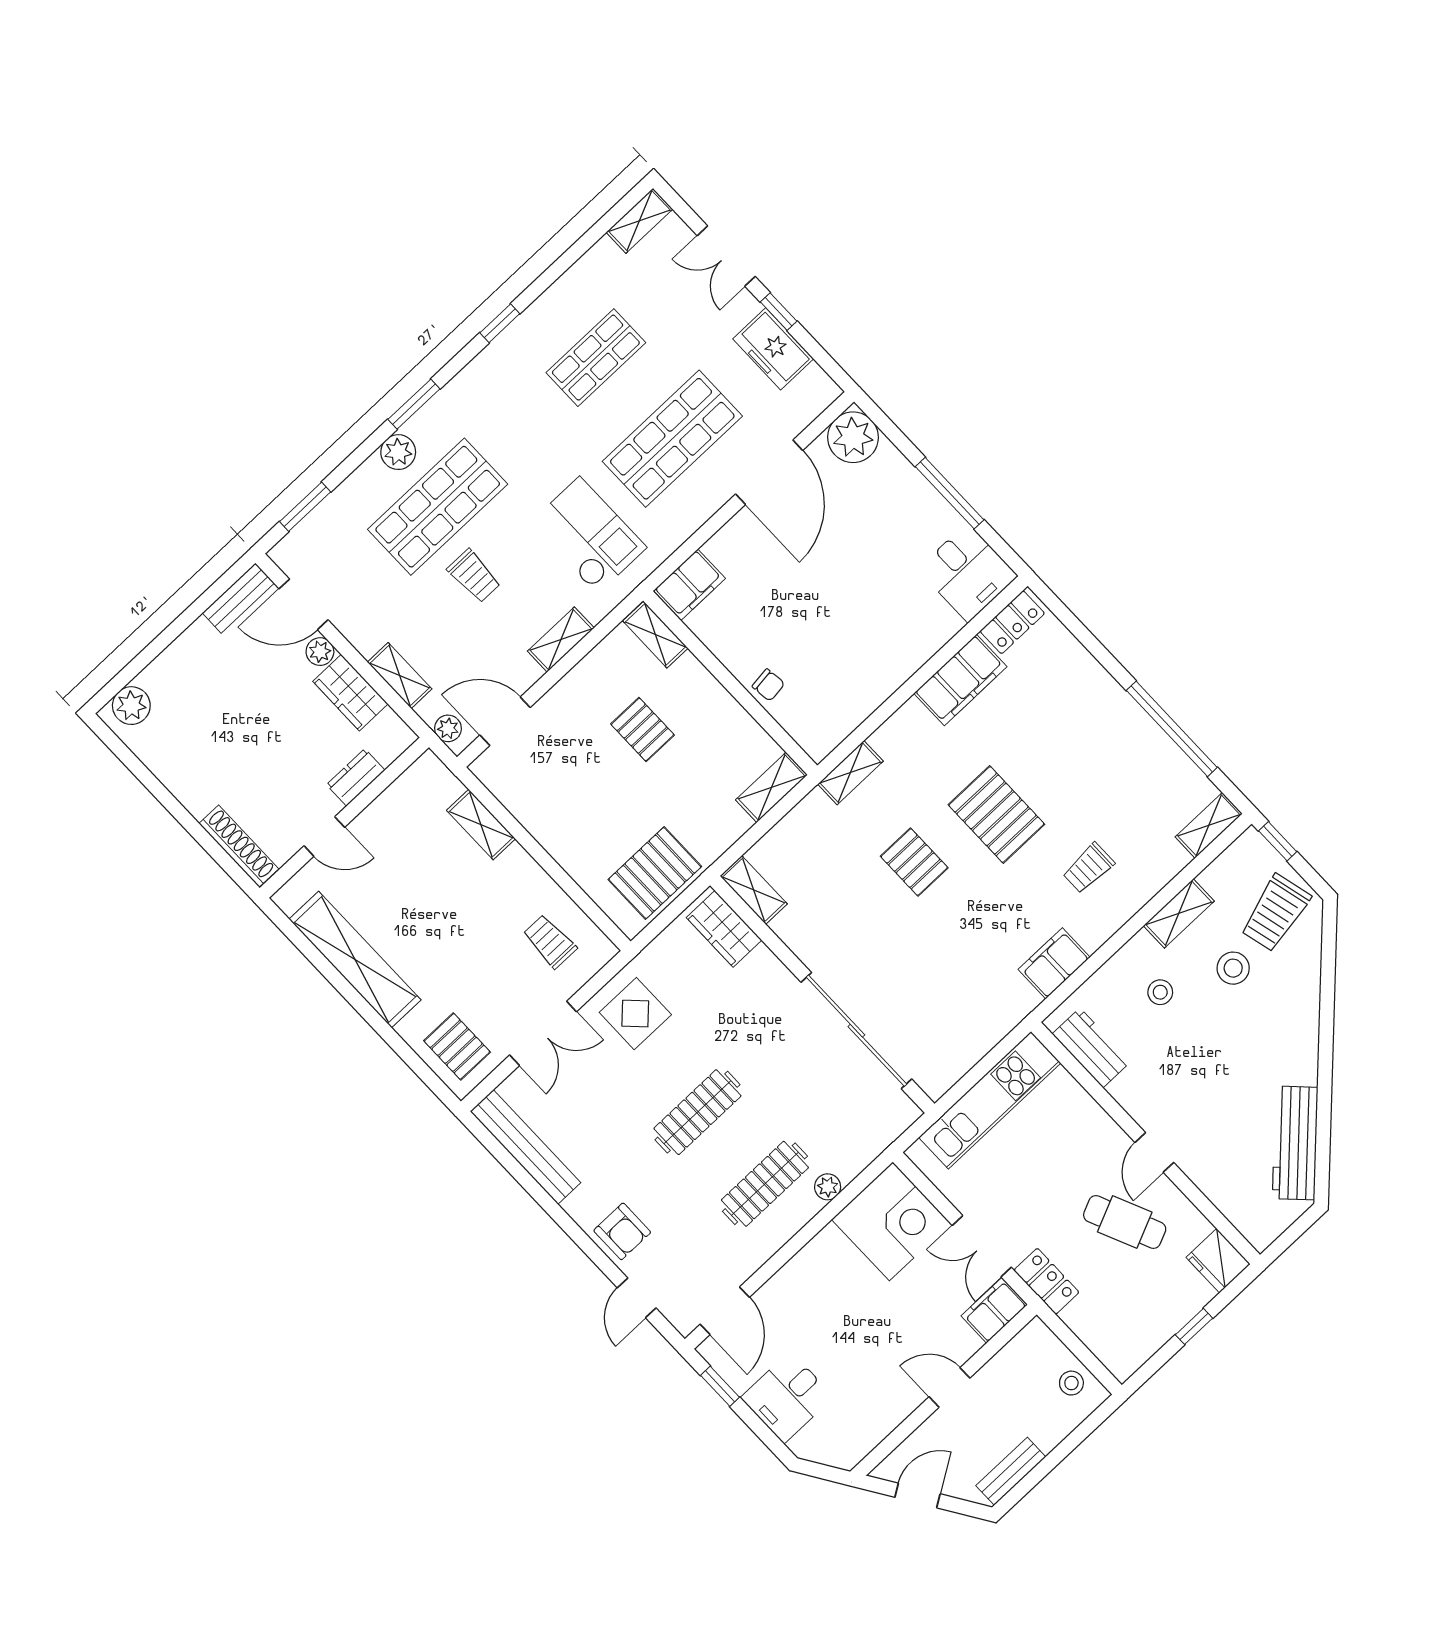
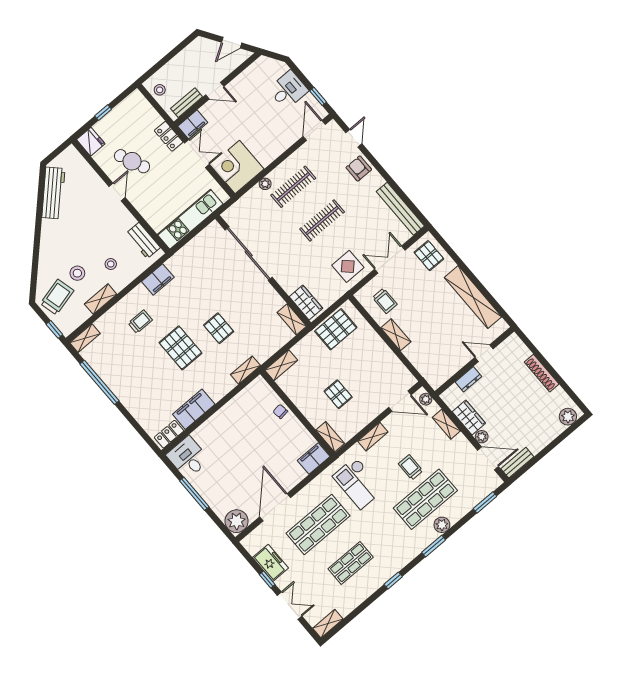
shelving: (481, 825) -> (396, 335), moved
shoe rack: (239, 846) -> (542, 373), moved
bench: (1011, 1471) -> (187, 103), moved

